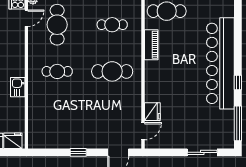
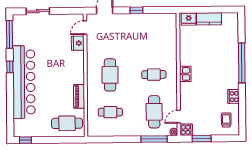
cafe table: (112, 71) -> (110, 75), turned 90
kitchen sink: (18, 87) -> (185, 74), moved

